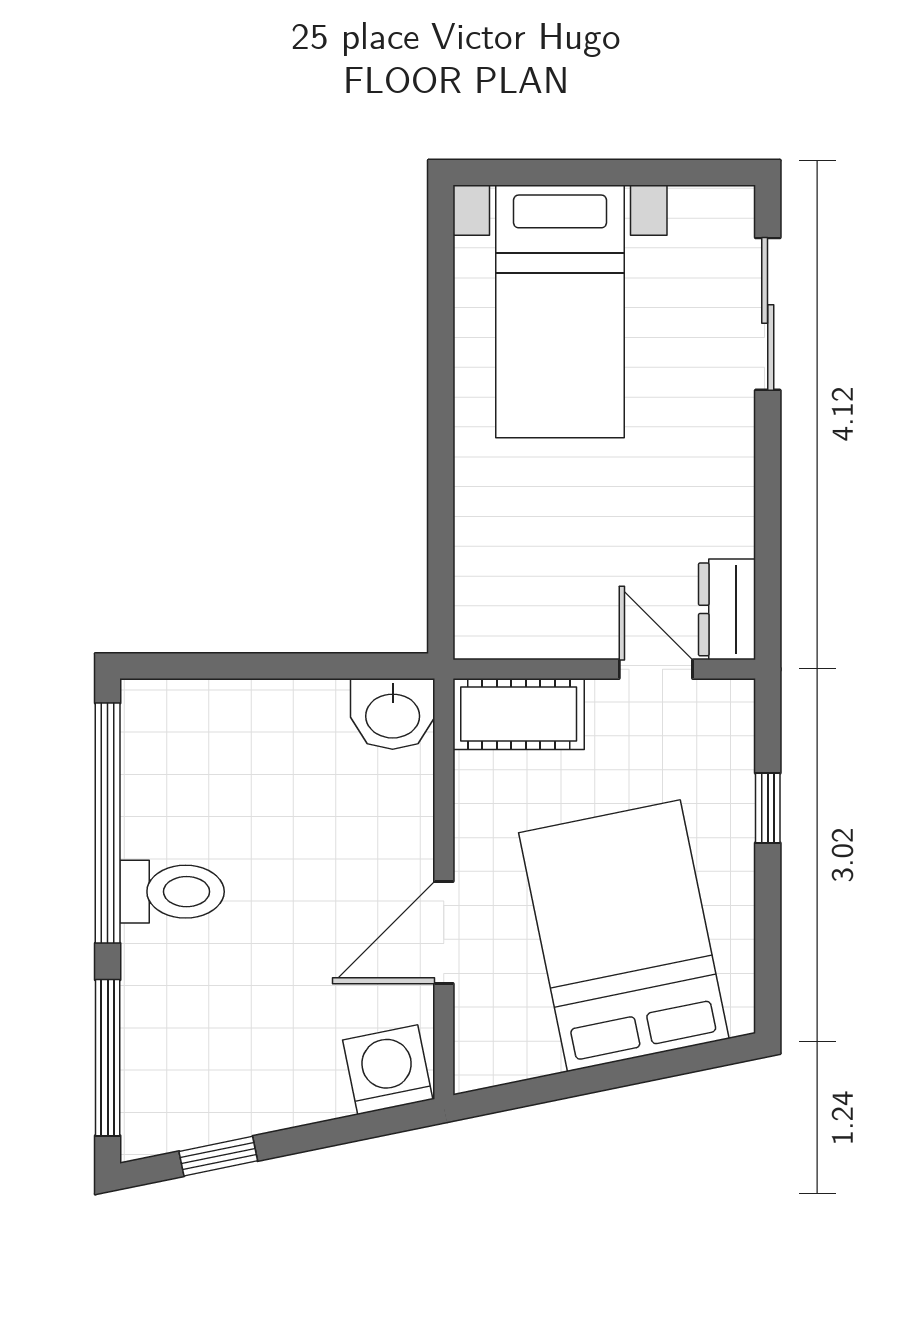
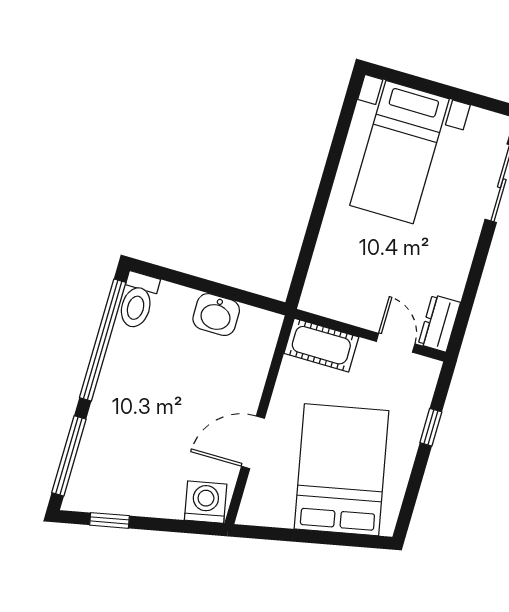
washbasin: (393, 714) -> (216, 315), moved
toilet: (172, 892) -> (138, 301), moved, turned 90

